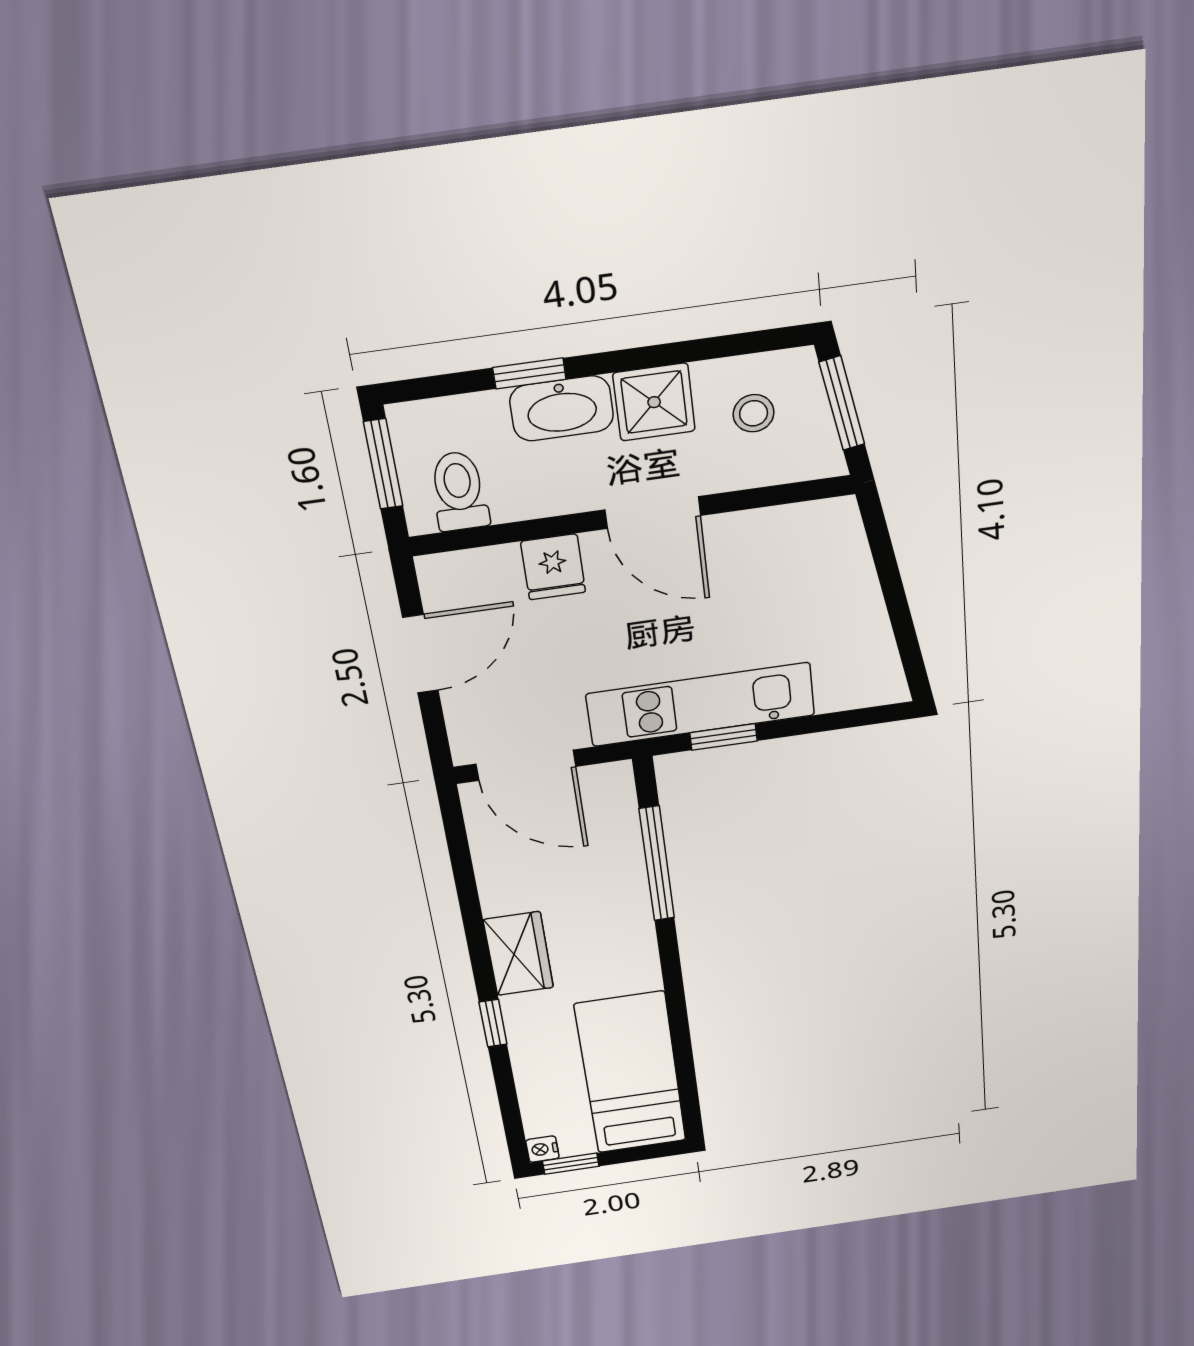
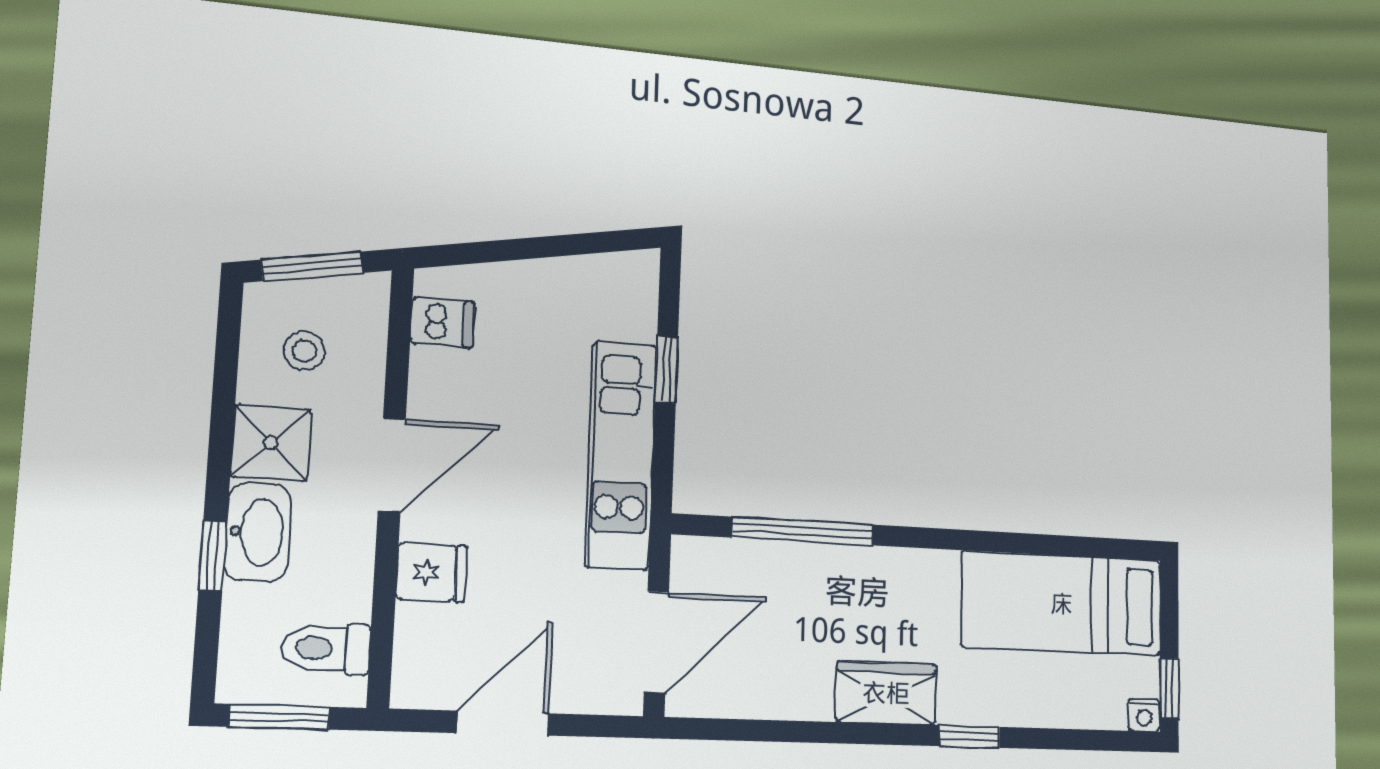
dishwasher: (804, 529) -> (442, 322), added
door: (421, 654) -> (503, 723), hinge flipped
window: (724, 737) -> (666, 369), moved

